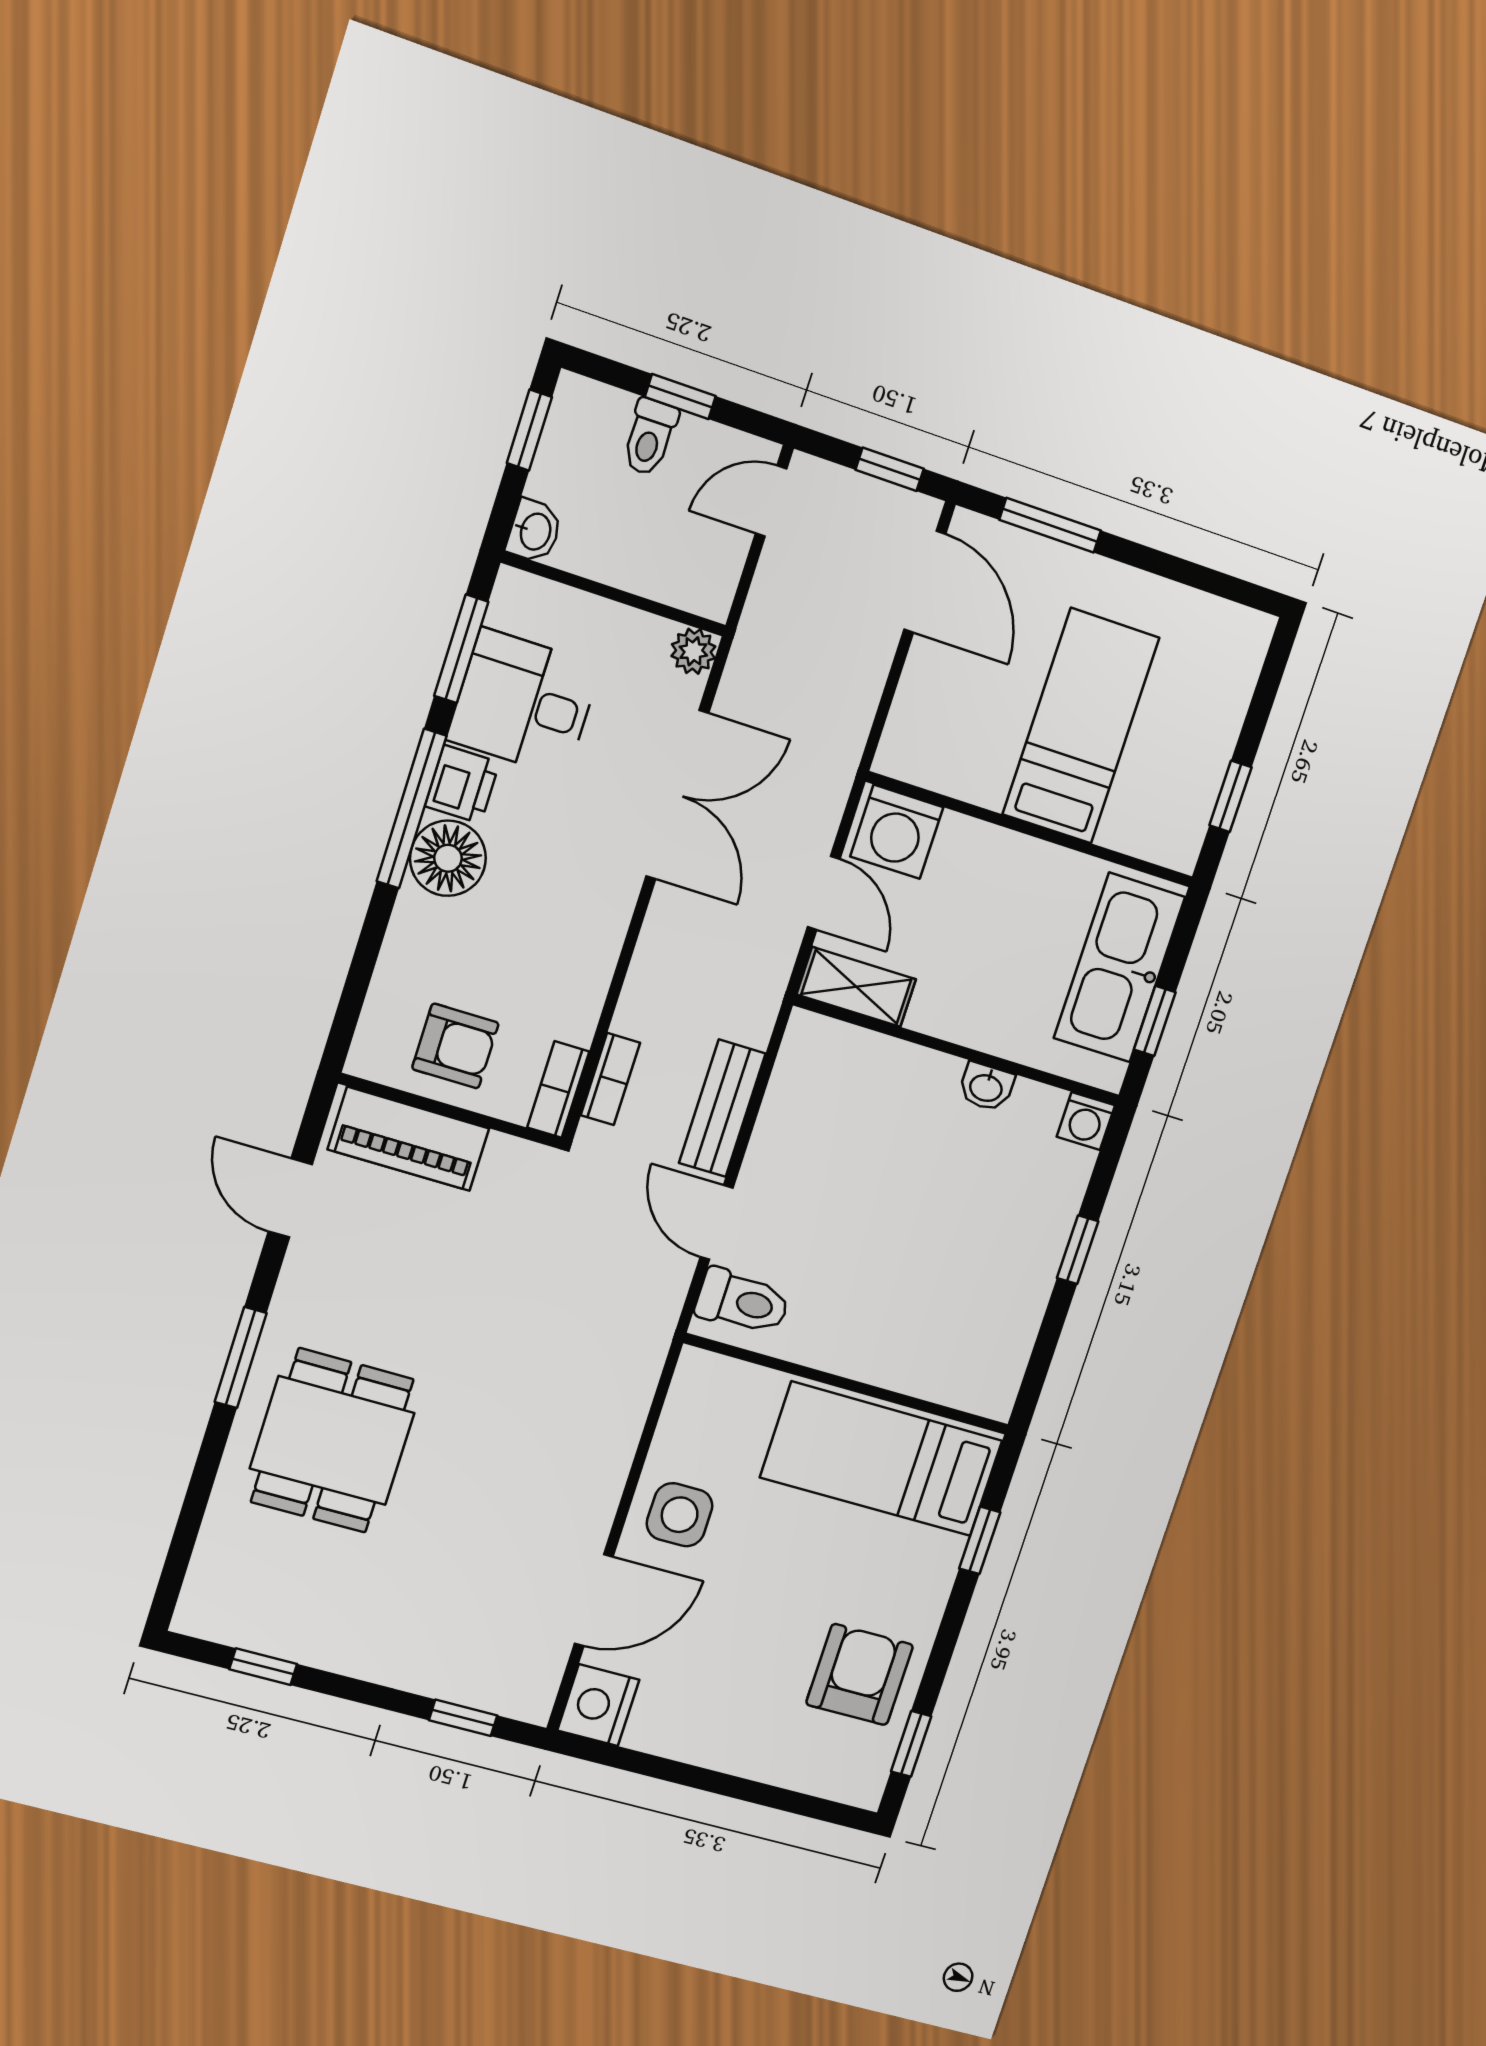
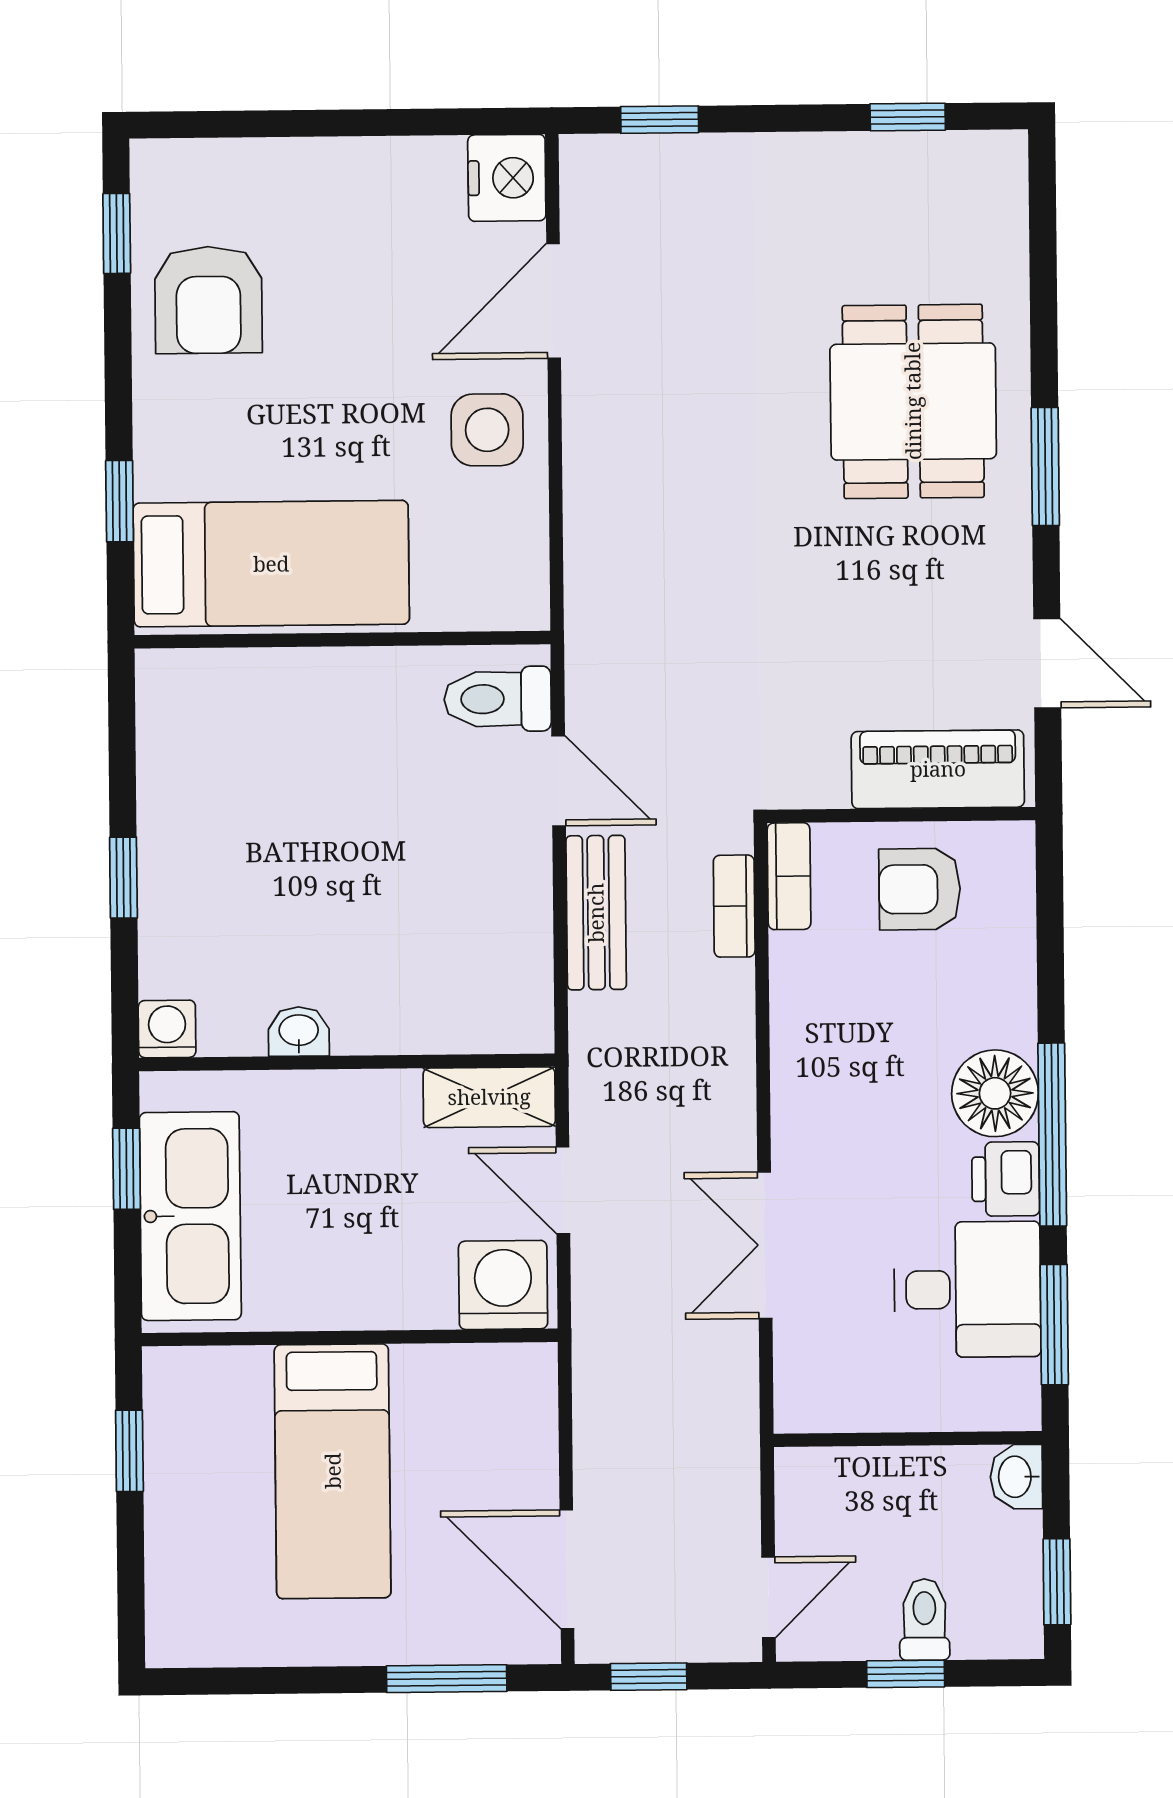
plant: (693, 651) -> (800, 1407), removed
double door: (677, 795) -> (765, 1245), width x0.73

